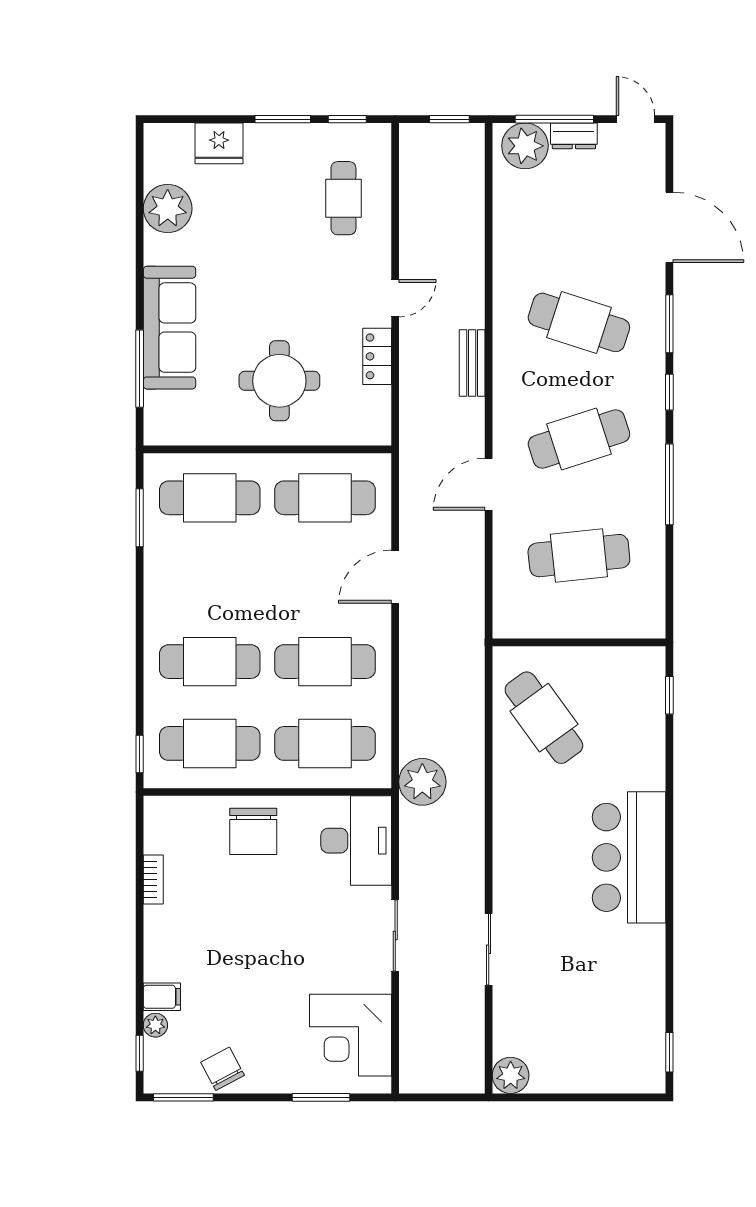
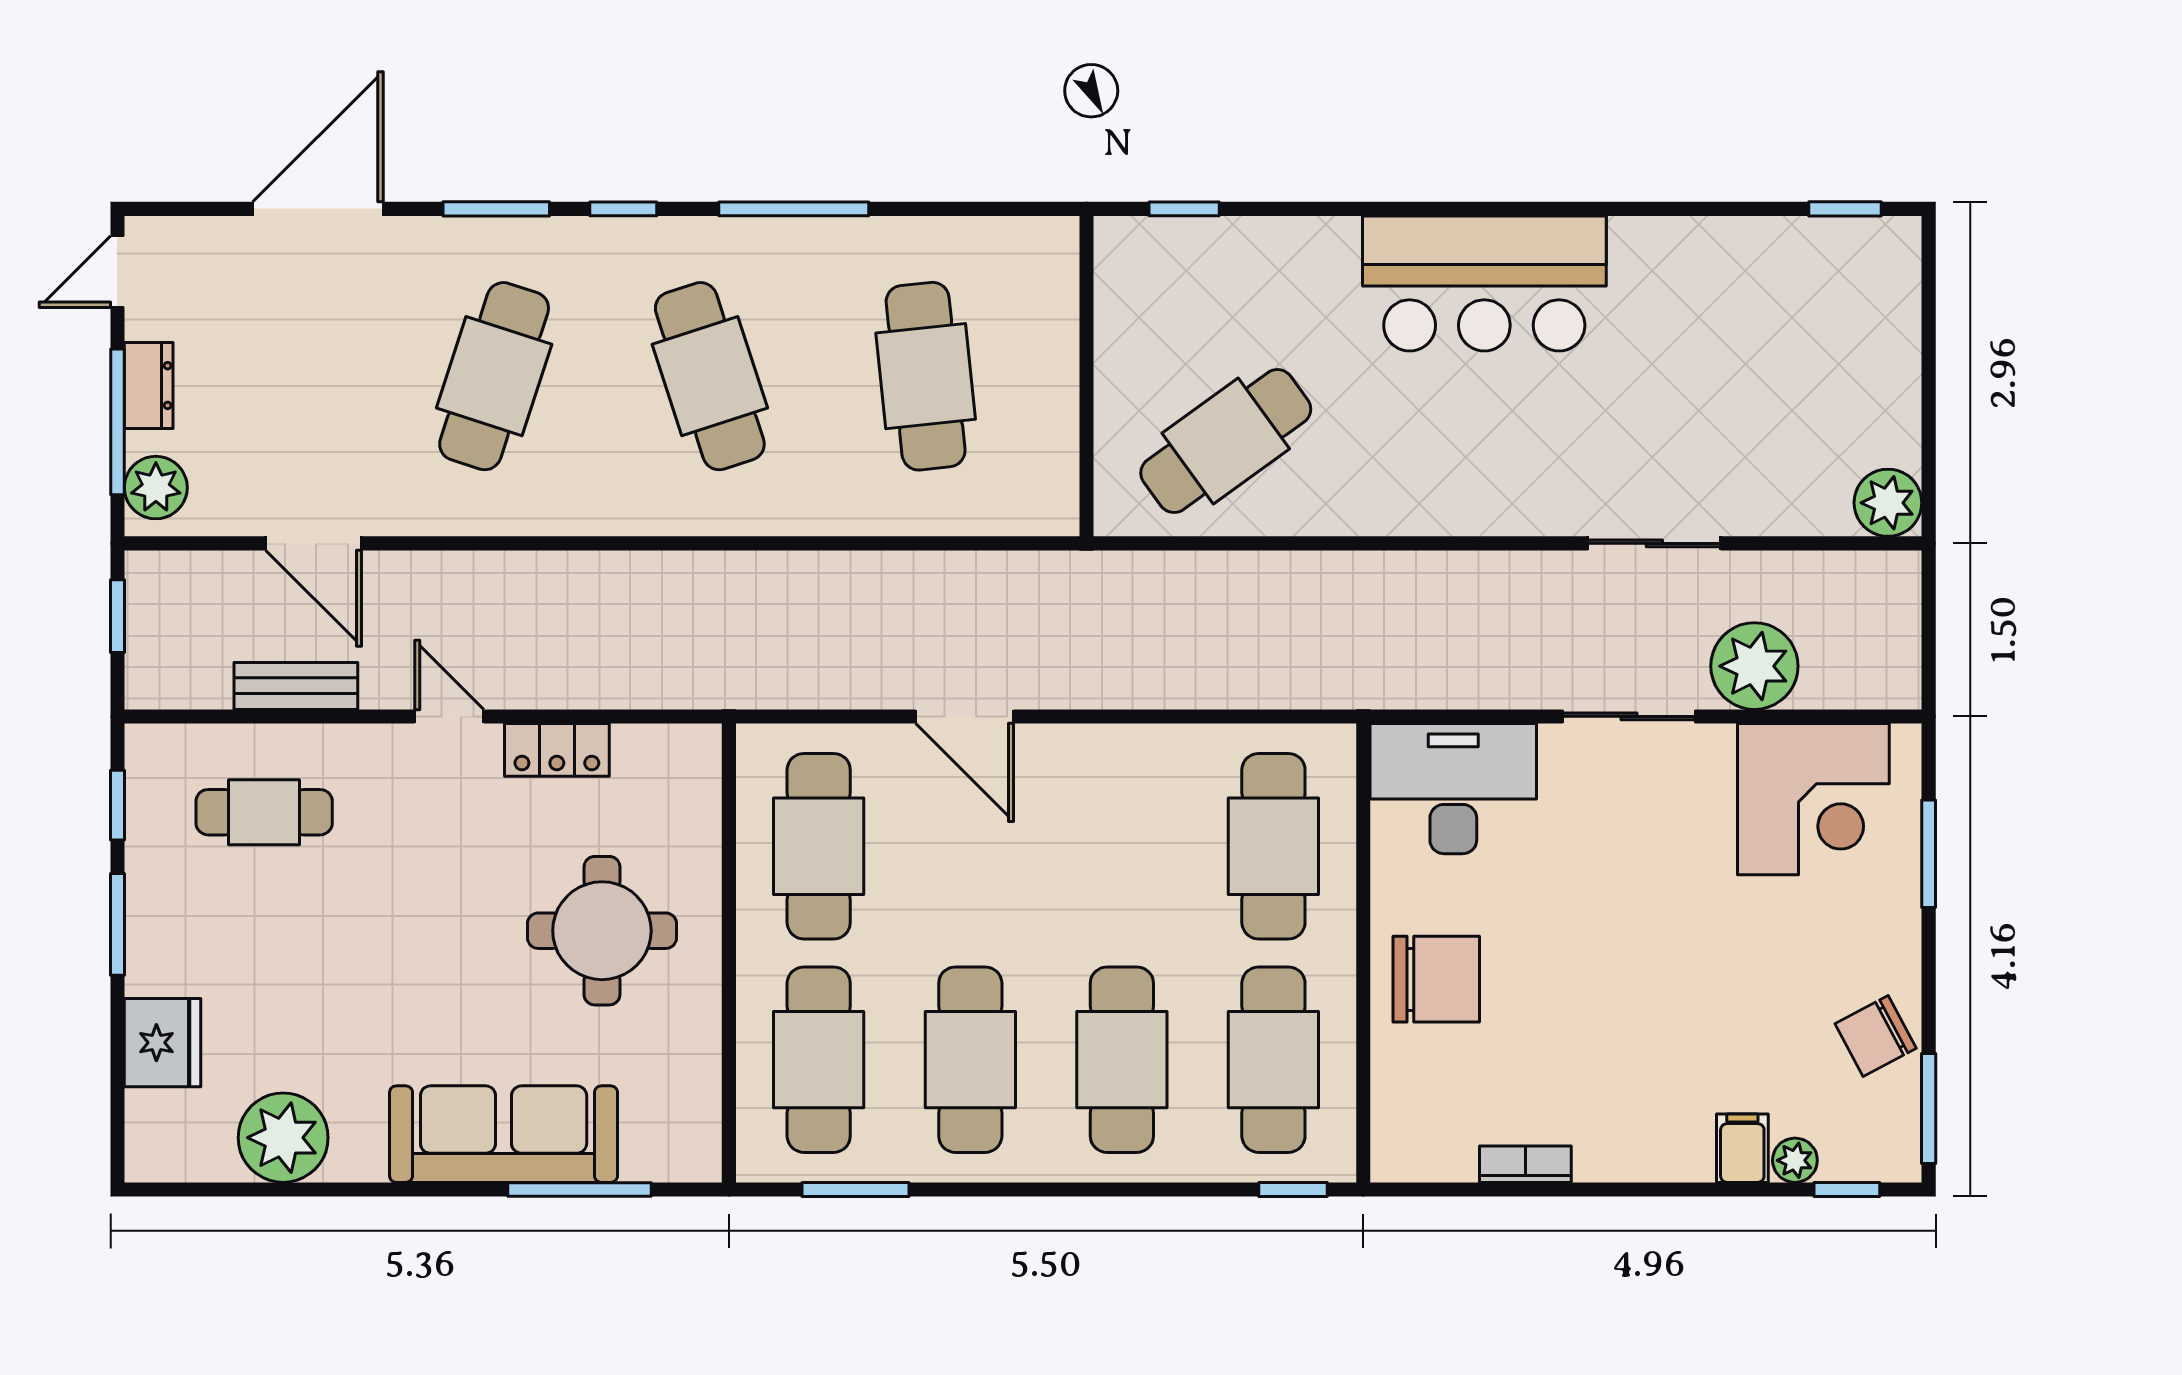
plant: (525, 146) -> (156, 488), width x0.73, depth x0.73
bench: (472, 363) -> (296, 686), moved
door: (489, 484) -> (314, 543), moved
cafe table: (325, 662) -> (970, 1060), moved
plant: (422, 782) -> (1754, 666), moved

